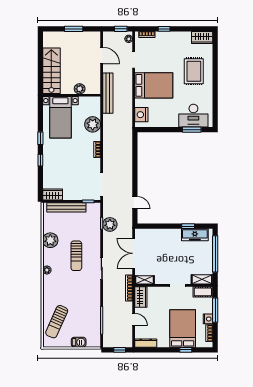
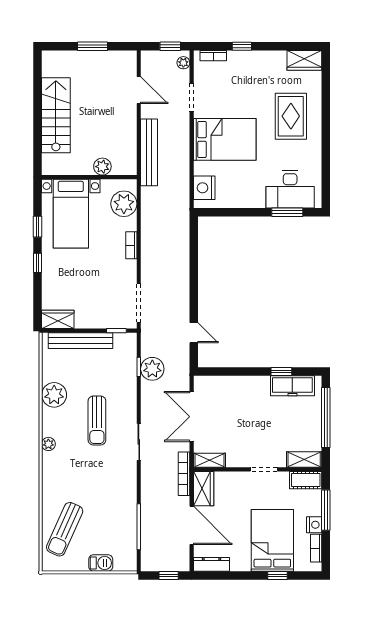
plant: (80, 89) -> (102, 167), moved
wall: (72, 95) -> (89, 177), moved
bed with nightstands: (60, 117) -> (71, 214), moved
door: (134, 319) -> (192, 525), width x1.87

